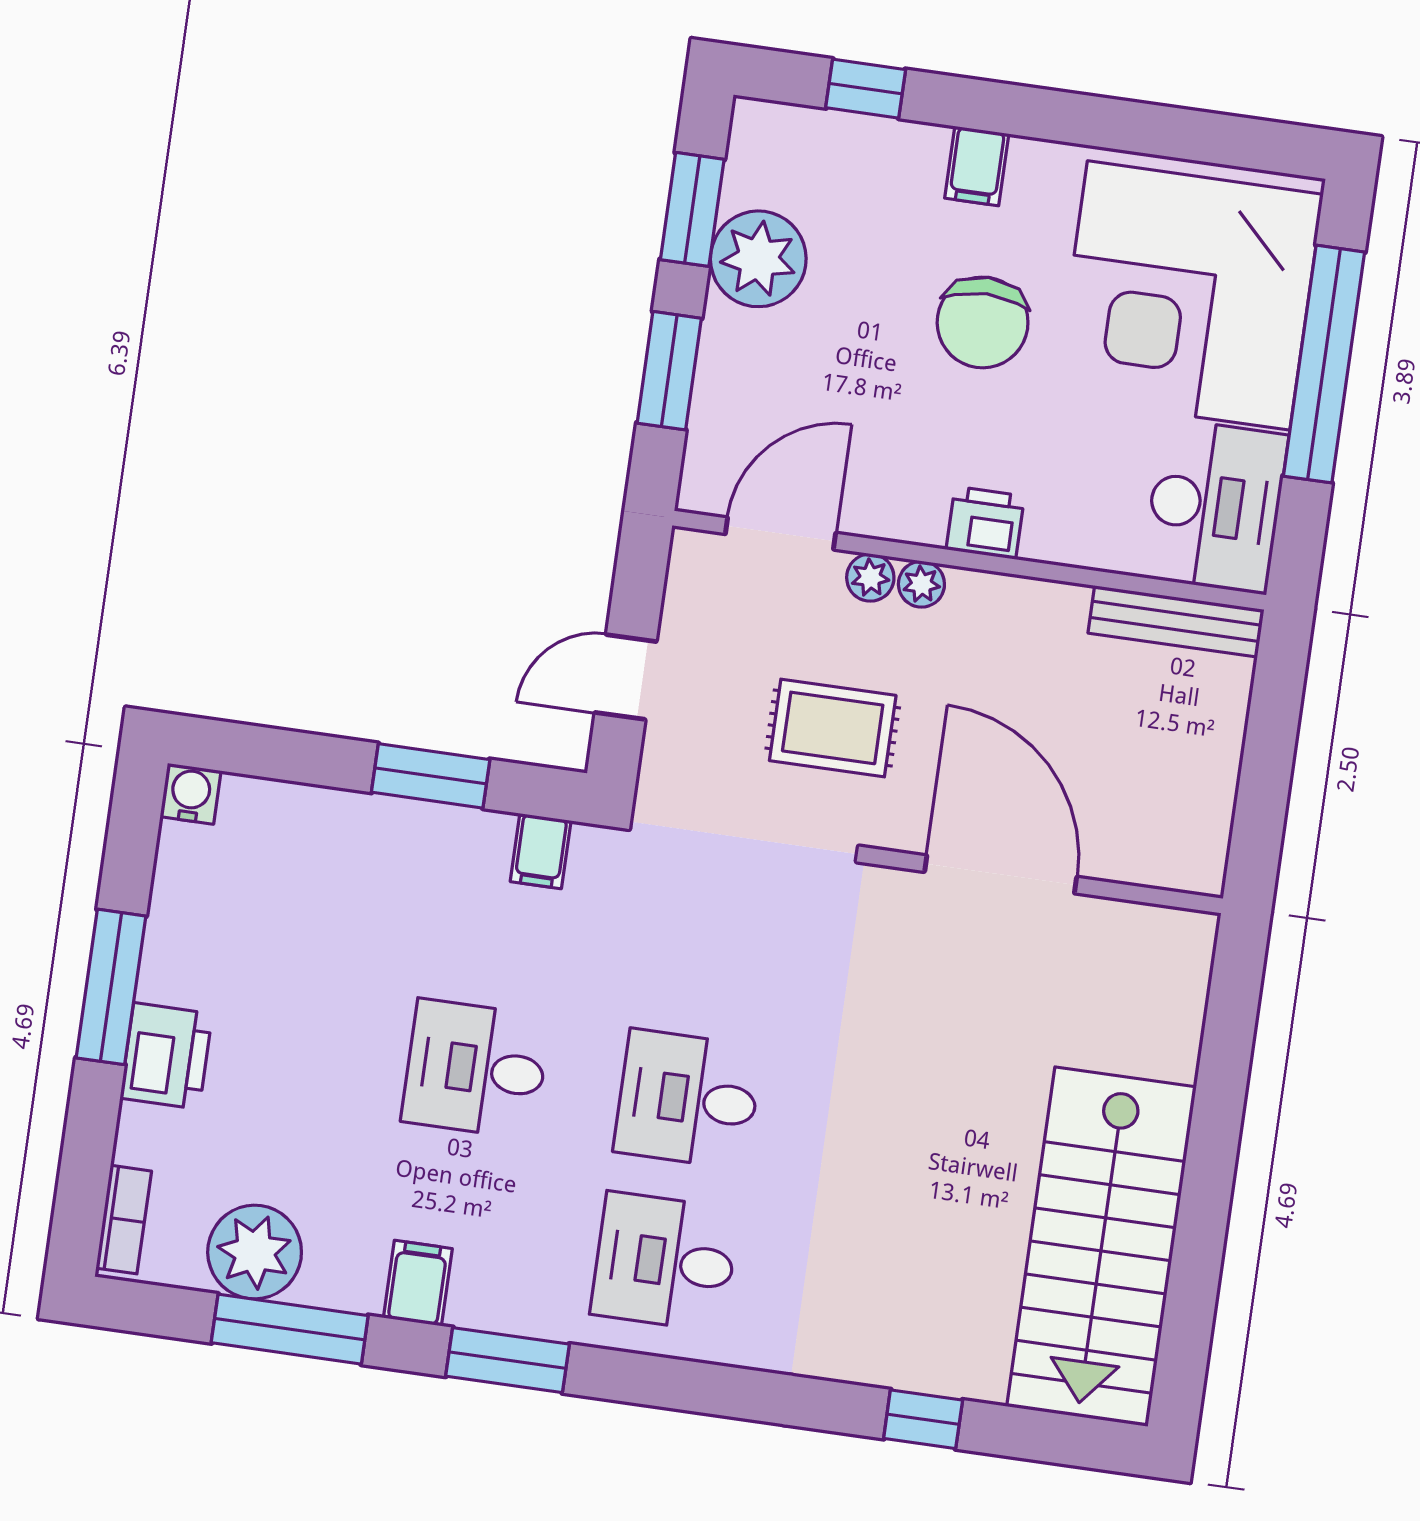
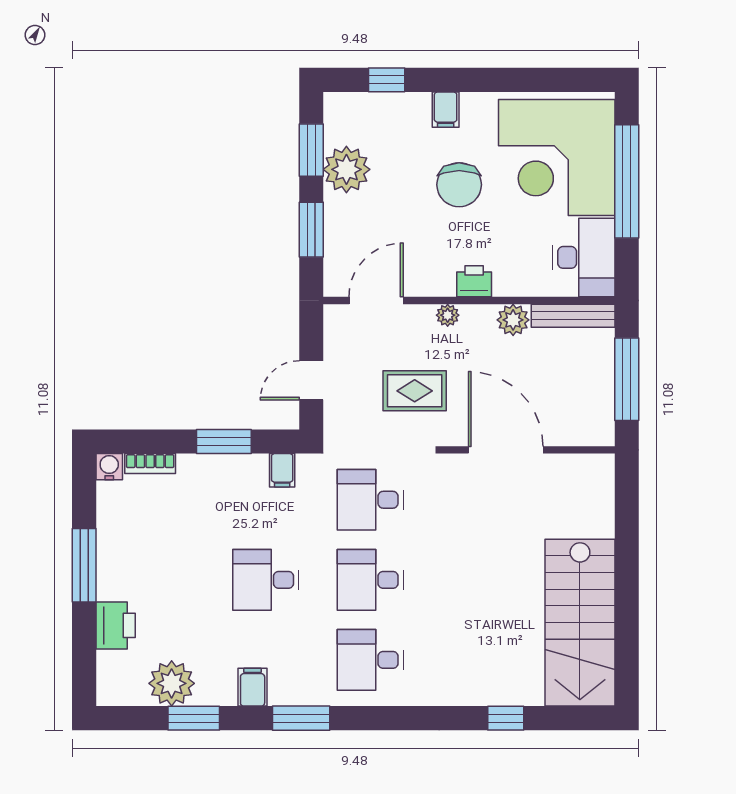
plant: (870, 578) -> (513, 320), moved, width x1.38, depth x1.38
window: (1267, 766) -> (627, 379), added
desk: (711, 937) -> (370, 500), added
printer: (166, 1056) -> (116, 625), moved
bookcase: (124, 1220) -> (150, 464), moved, turned 90
window: (290, 1329) -> (194, 718), width x0.69

